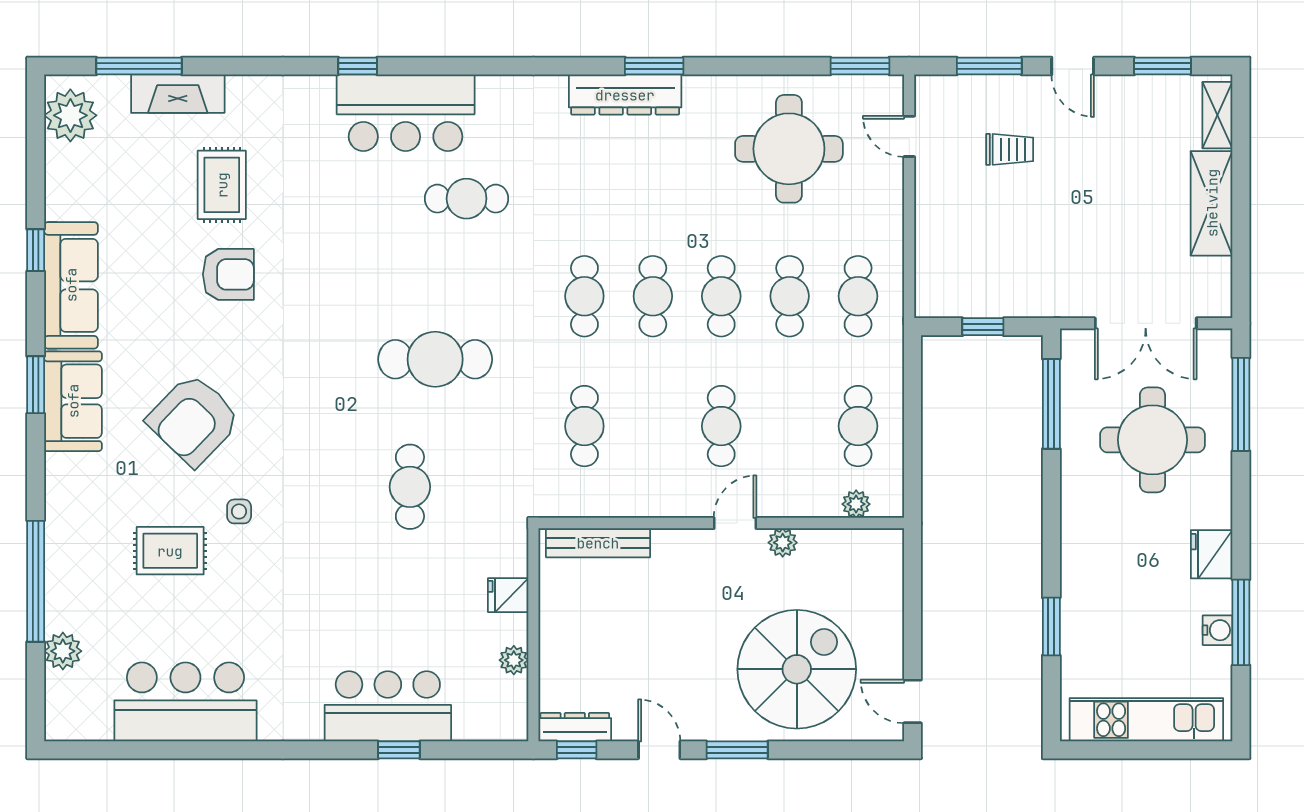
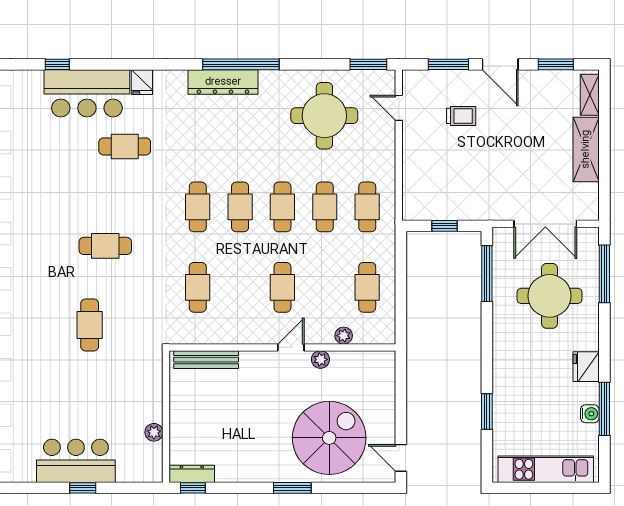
window: (654, 66) -> (241, 64), width x2.11
door: (1073, 66) -> (500, 64), width x1.38
cafe table: (435, 359) -> (105, 246), width x0.73, depth x0.74
plant: (856, 504) -> (344, 336), moved
fridge: (508, 595) -> (142, 82), moved, turned -90
door: (659, 750) -> (244, 488), removed

